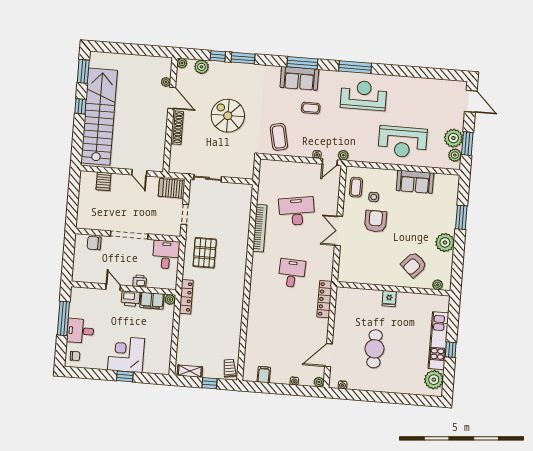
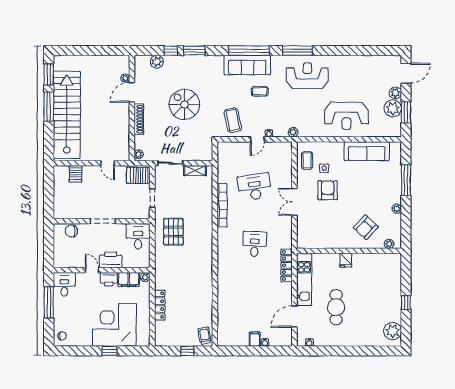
plant: (182, 63) -> (139, 154), moved
window: (302, 63) -> (249, 51), width x1.46
sofa: (299, 78) -> (247, 65), width x1.36
door: (172, 98) -> (132, 92), swing flipped
door: (471, 101) -> (406, 73), hinge flipped
window: (80, 106) -> (49, 107), width x2.17
plant: (455, 155) -> (395, 93), moved
door: (330, 162) -> (257, 139), moved
sofa: (415, 182) -> (367, 151), width x1.36
window: (461, 217) -> (406, 180), width x1.44
doorway: (129, 235) -> (103, 221), width x0.73
plant: (445, 242) -> (397, 209), width x0.53, depth x0.53
printer: (140, 281) -> (111, 260), width x1.87, depth x1.48
locker: (186, 297) -> (160, 305), moved
desk: (80, 331) -> (64, 284), moved, turned 90
kitchen unit: (438, 341) -> (304, 279), moved, turned 180
corner desk: (126, 354) -> (114, 325), width x1.36, depth x1.36
shelving: (190, 371) -> (195, 171), moved
filing cabinet: (264, 375) -> (255, 339), moved
plant: (319, 382) -> (288, 342), removed

